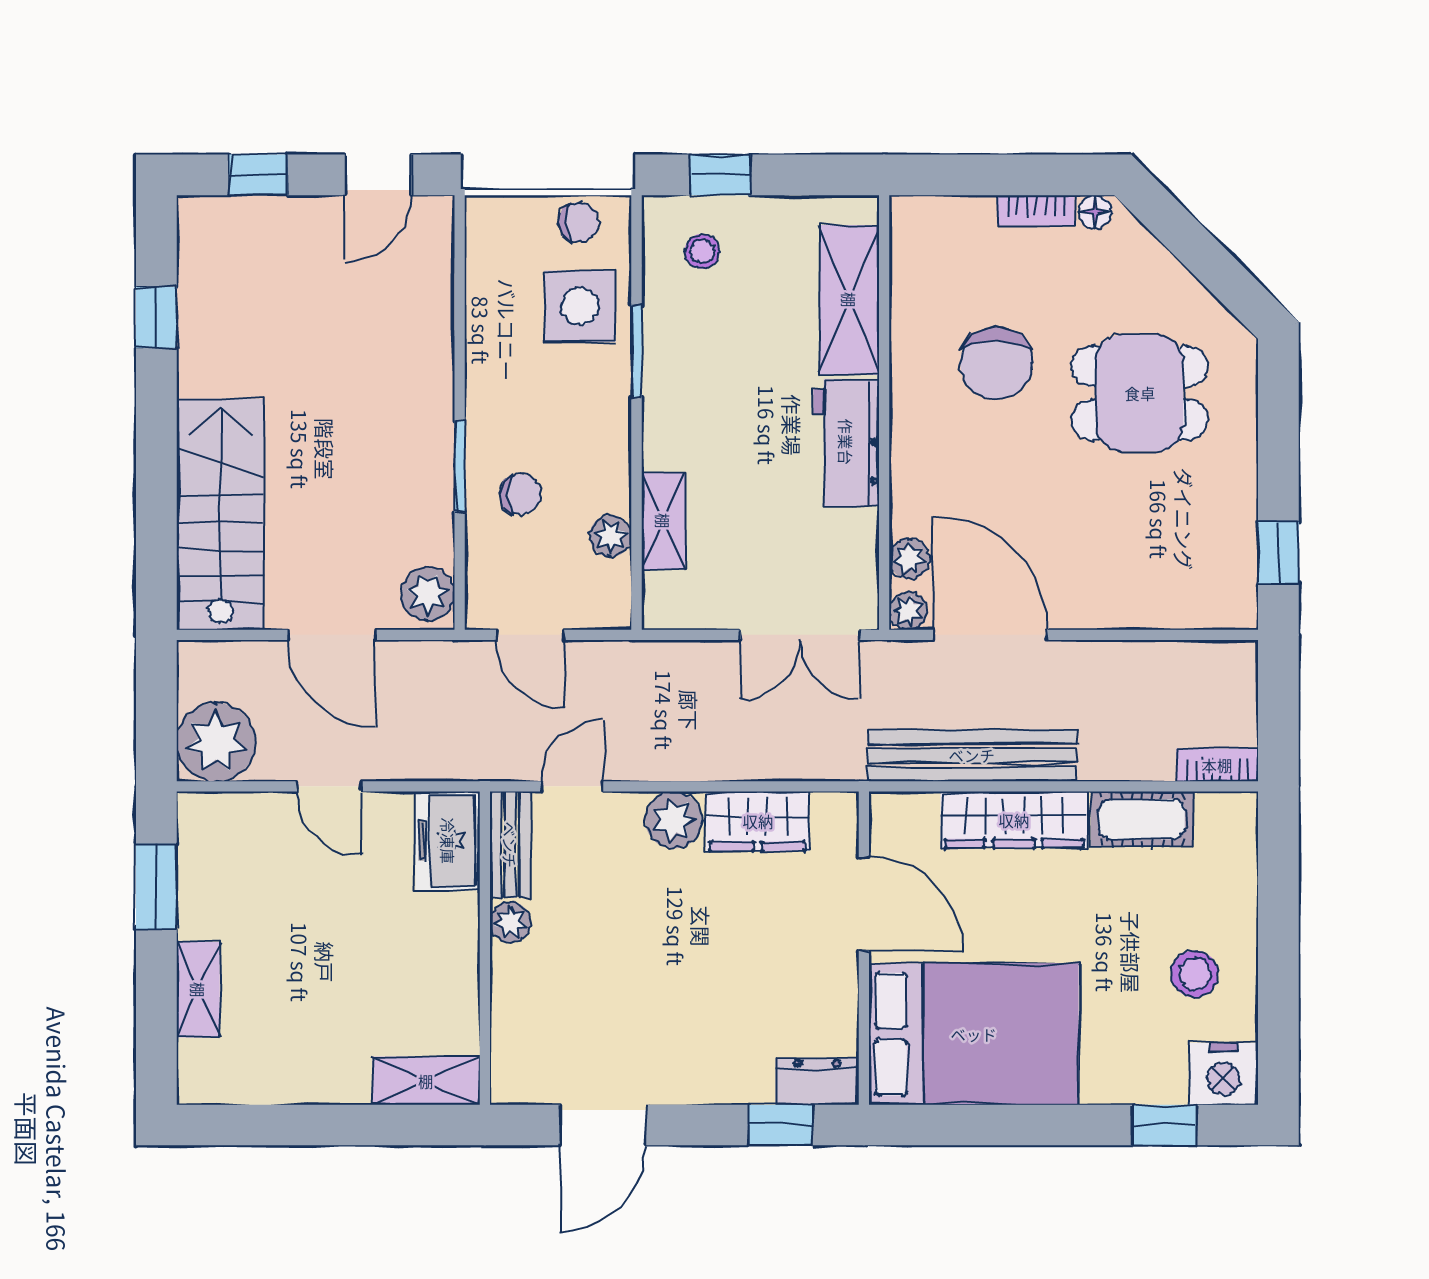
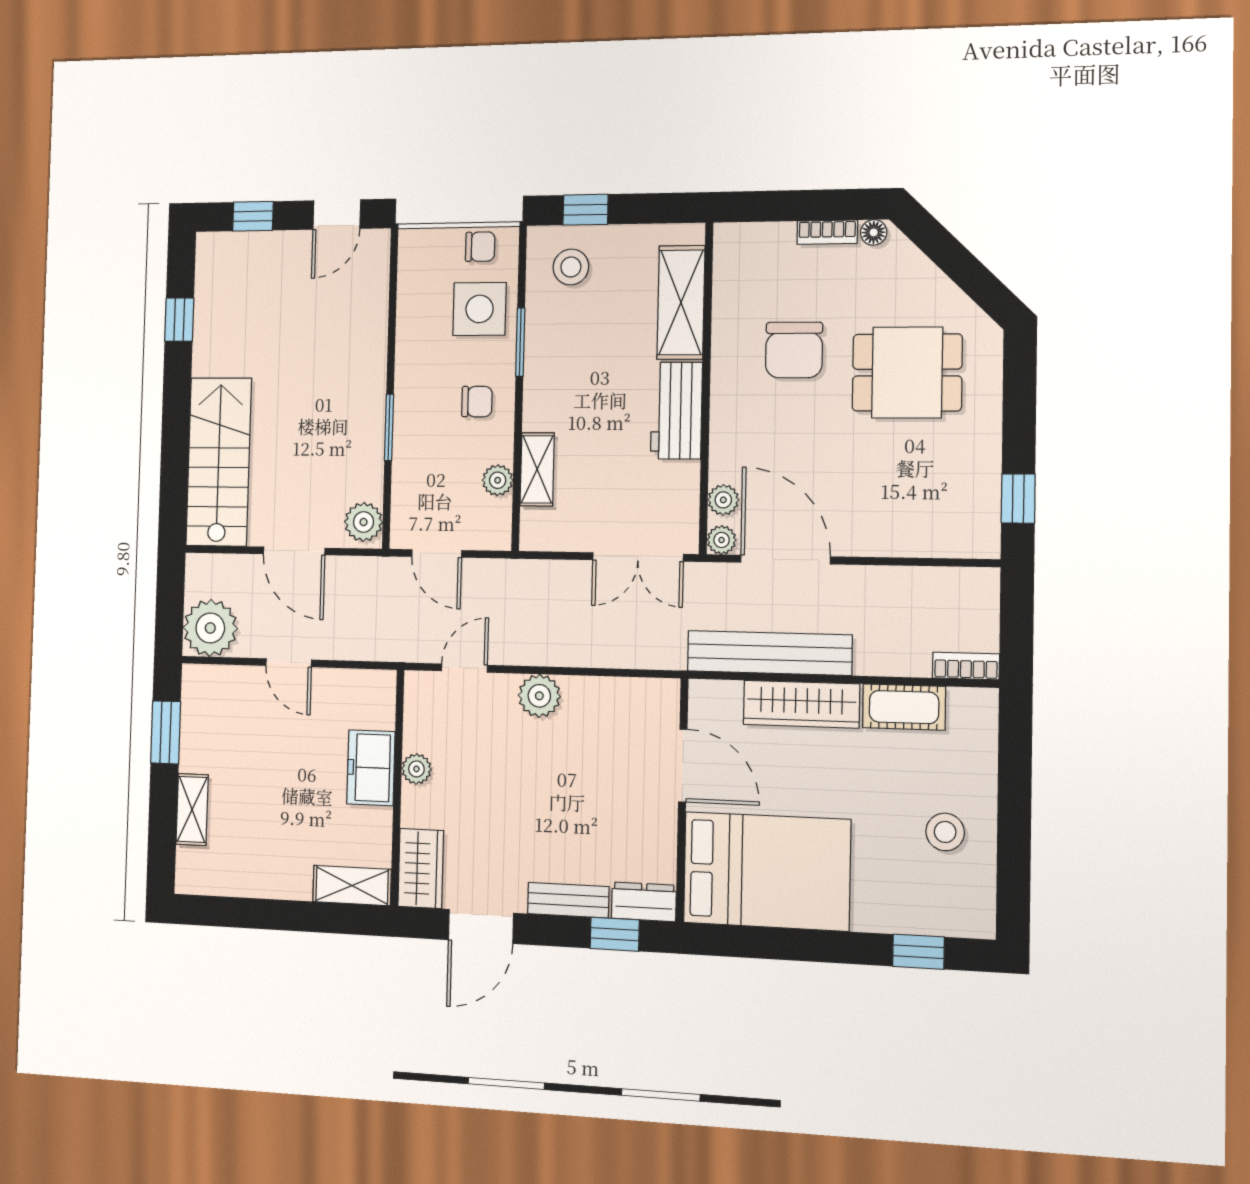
stool: (702, 251) -> (571, 267), width x1.37, depth x1.37
chair: (520, 494) -> (477, 402), moved
wardrobe: (758, 821) -> (421, 868), moved, turned -90
freezer: (448, 841) -> (371, 768), moved
bench: (510, 845) -> (568, 900), moved, turned 90
nightstand: (1224, 1074) -> (968, 913), removed

